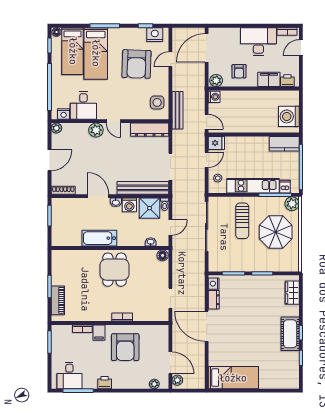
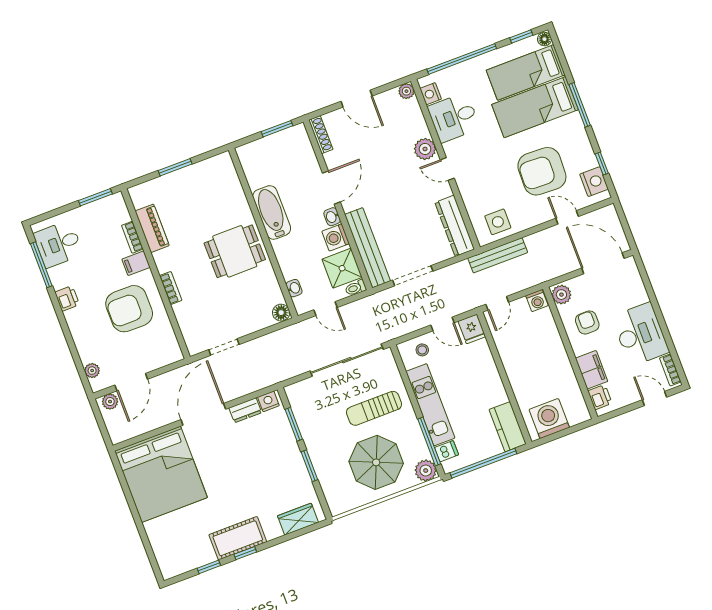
armchair: (239, 71) -> (587, 323), turned 90
door: (113, 121) -> (447, 169), hinge flipped
piano: (58, 300) -> (152, 228), moved, turned -90
bed: (233, 378) -> (161, 474), width x2.04

